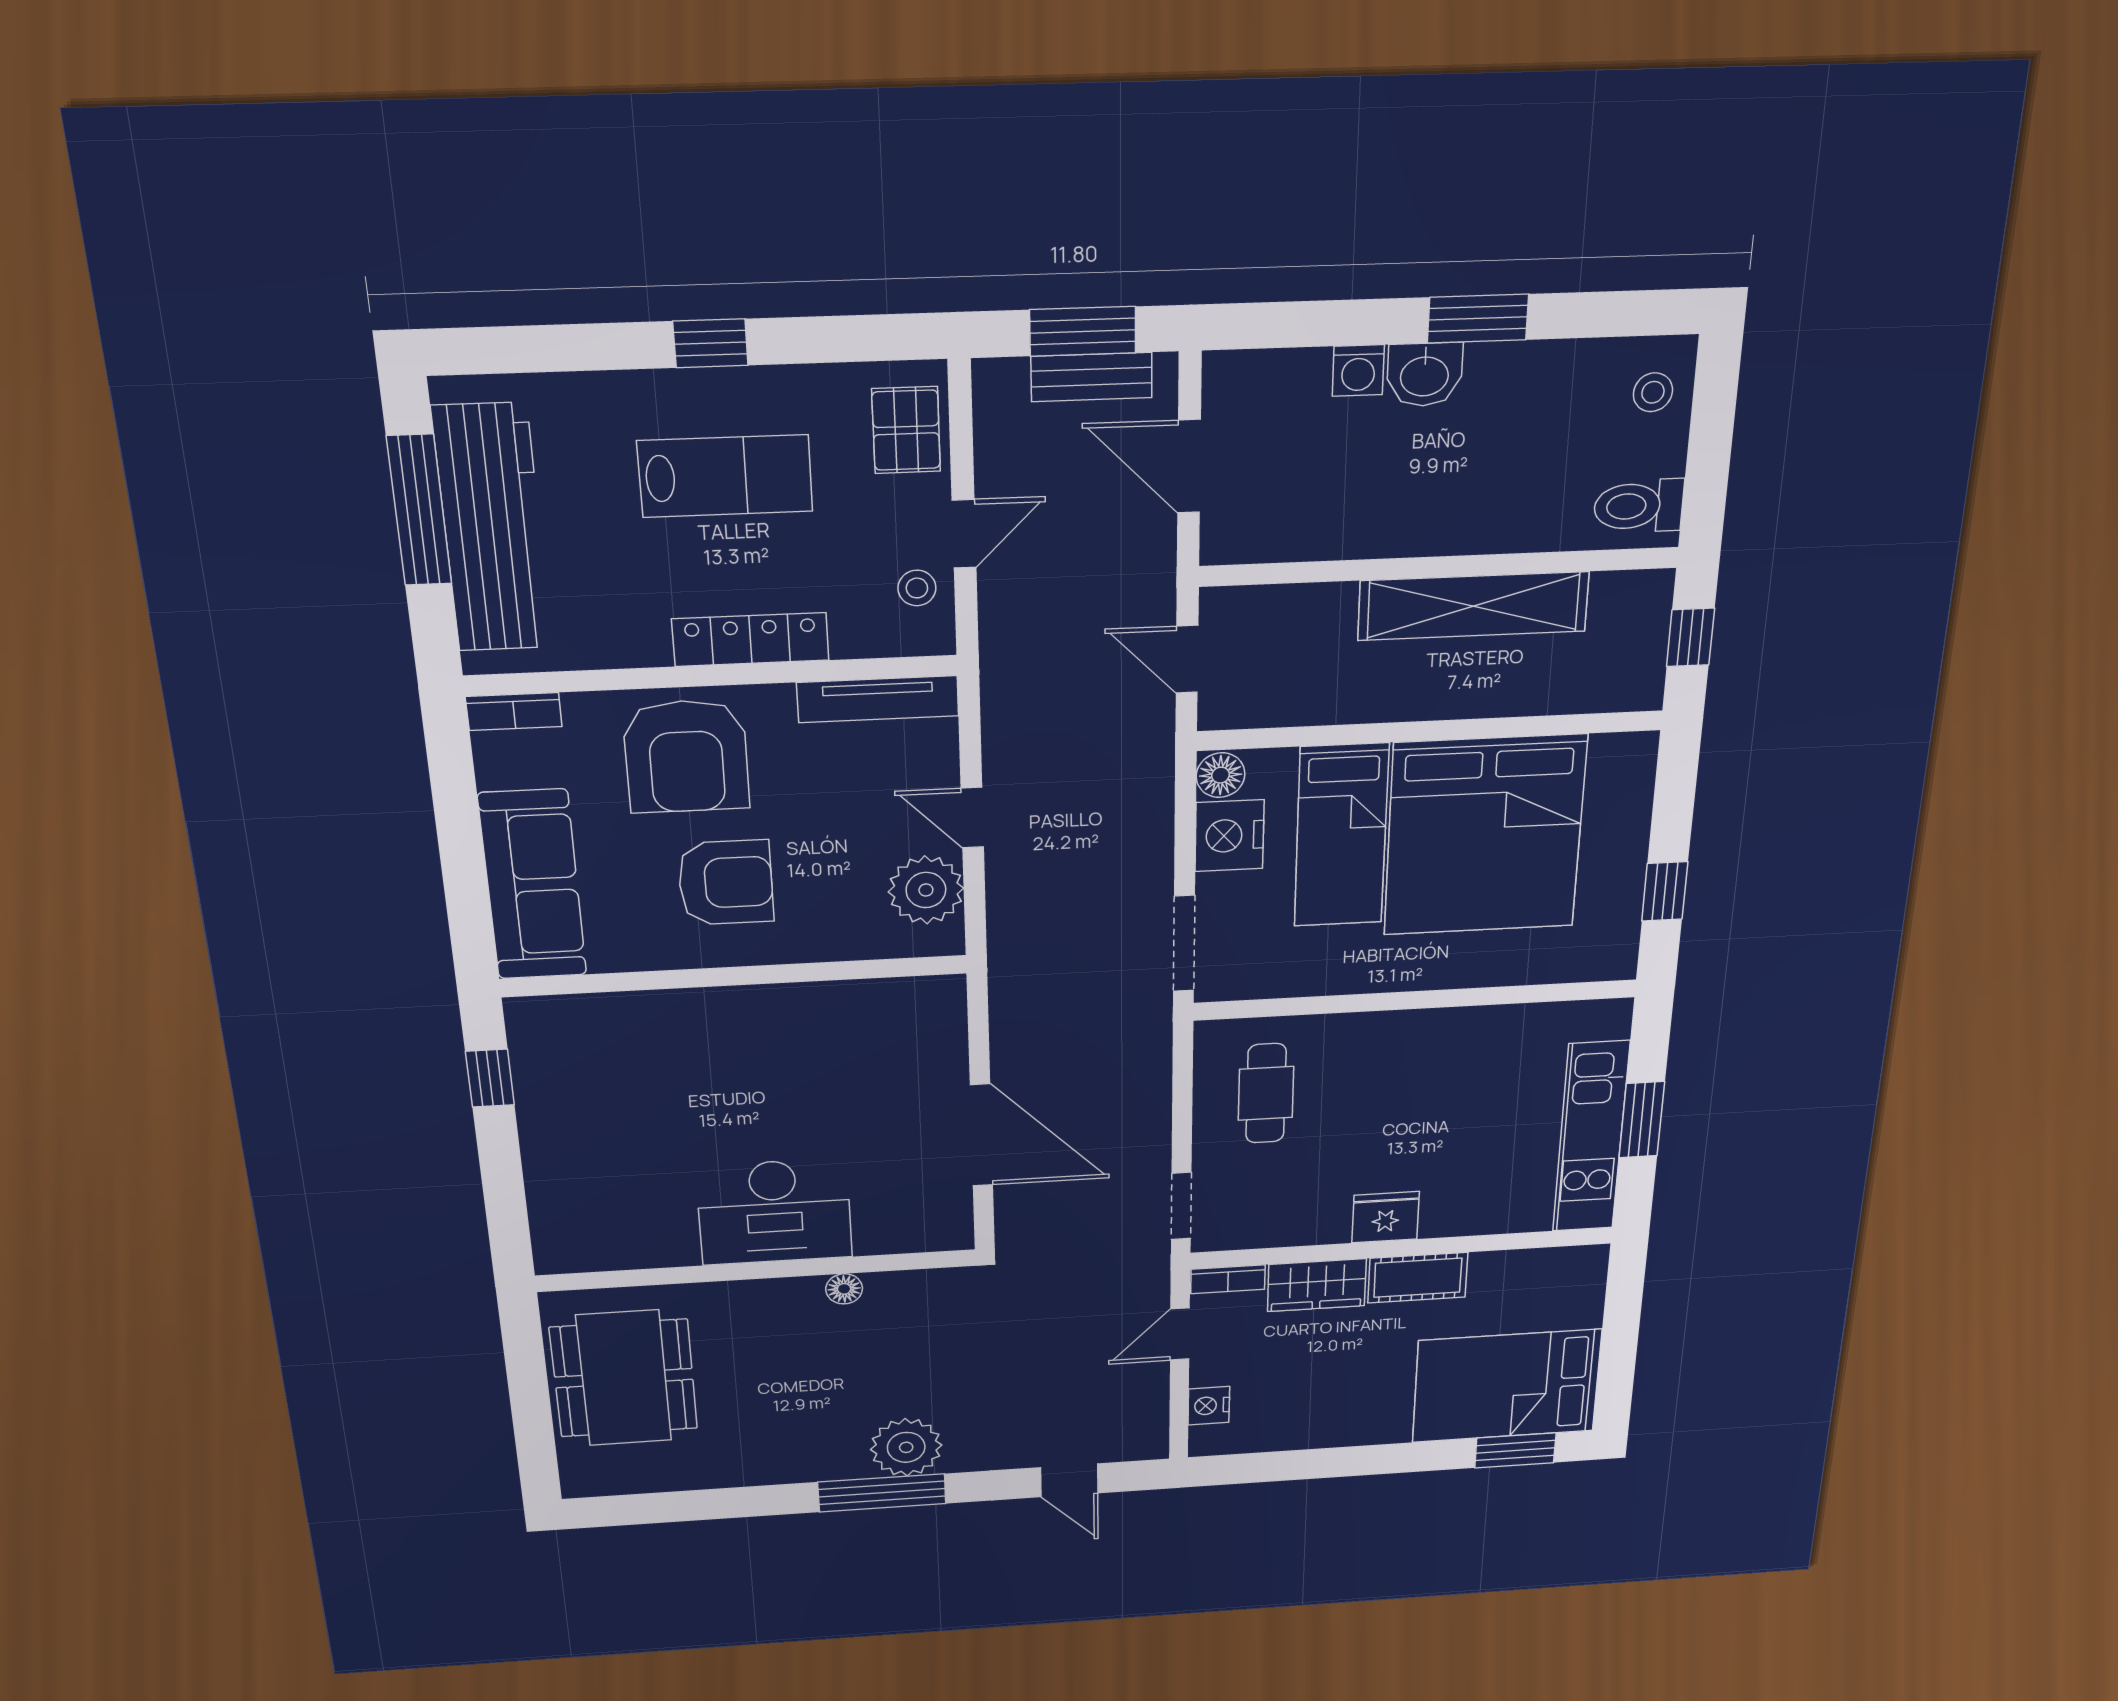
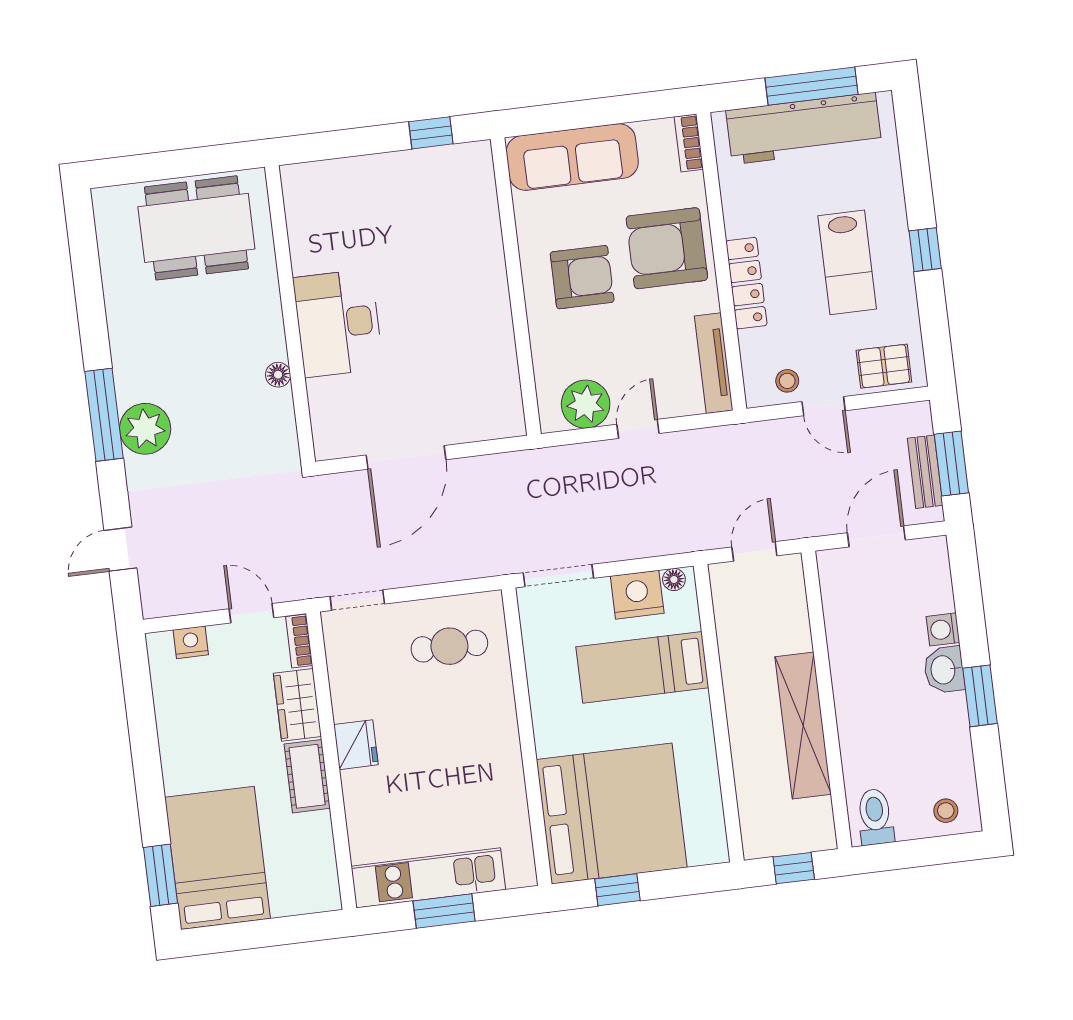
floor lamp: (1221, 775) -> (674, 579), width x0.73, depth x0.73
bed: (1485, 836) -> (612, 813), moved, turned 180
armchair: (726, 883) -> (582, 277), turned -90

